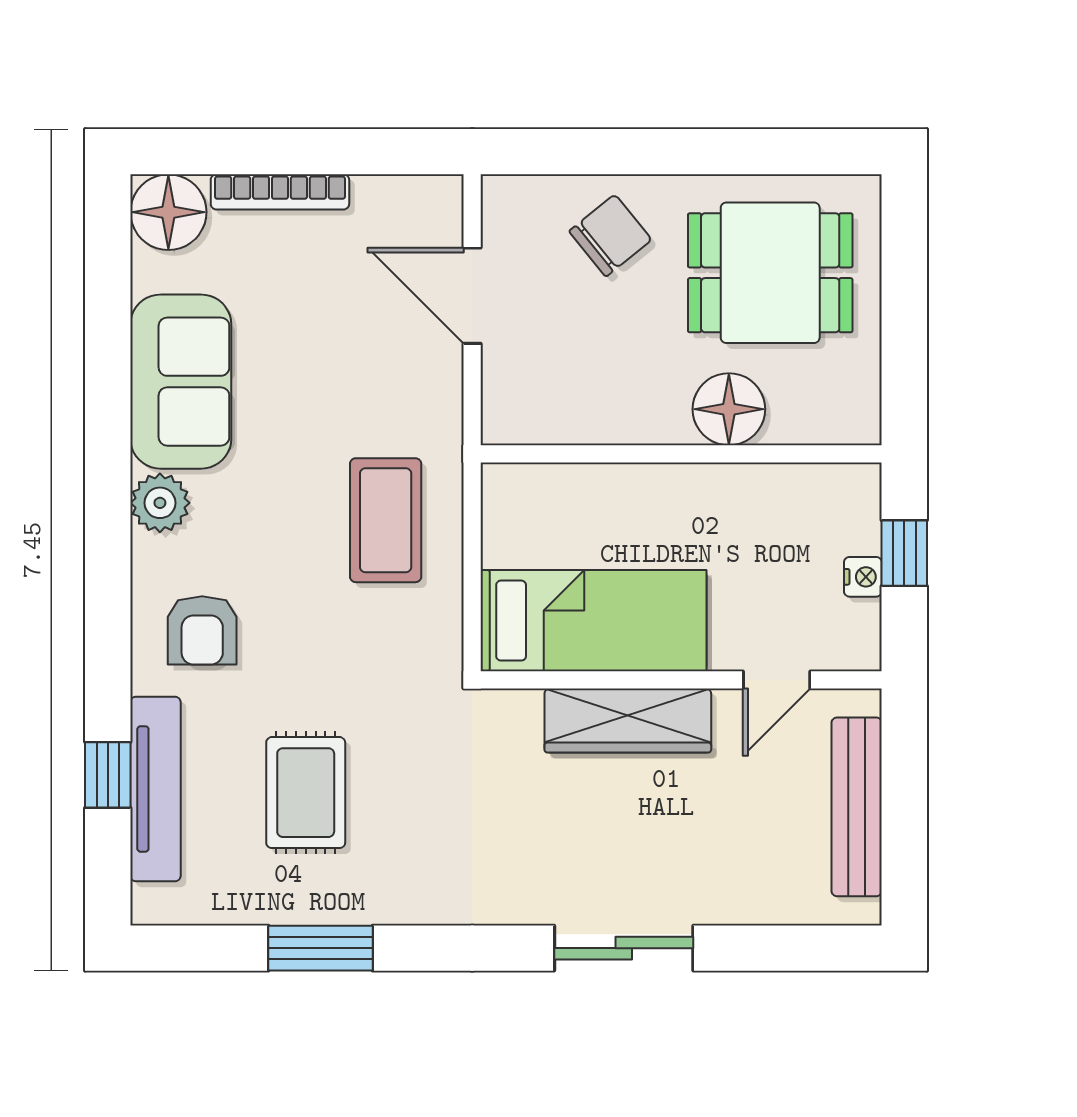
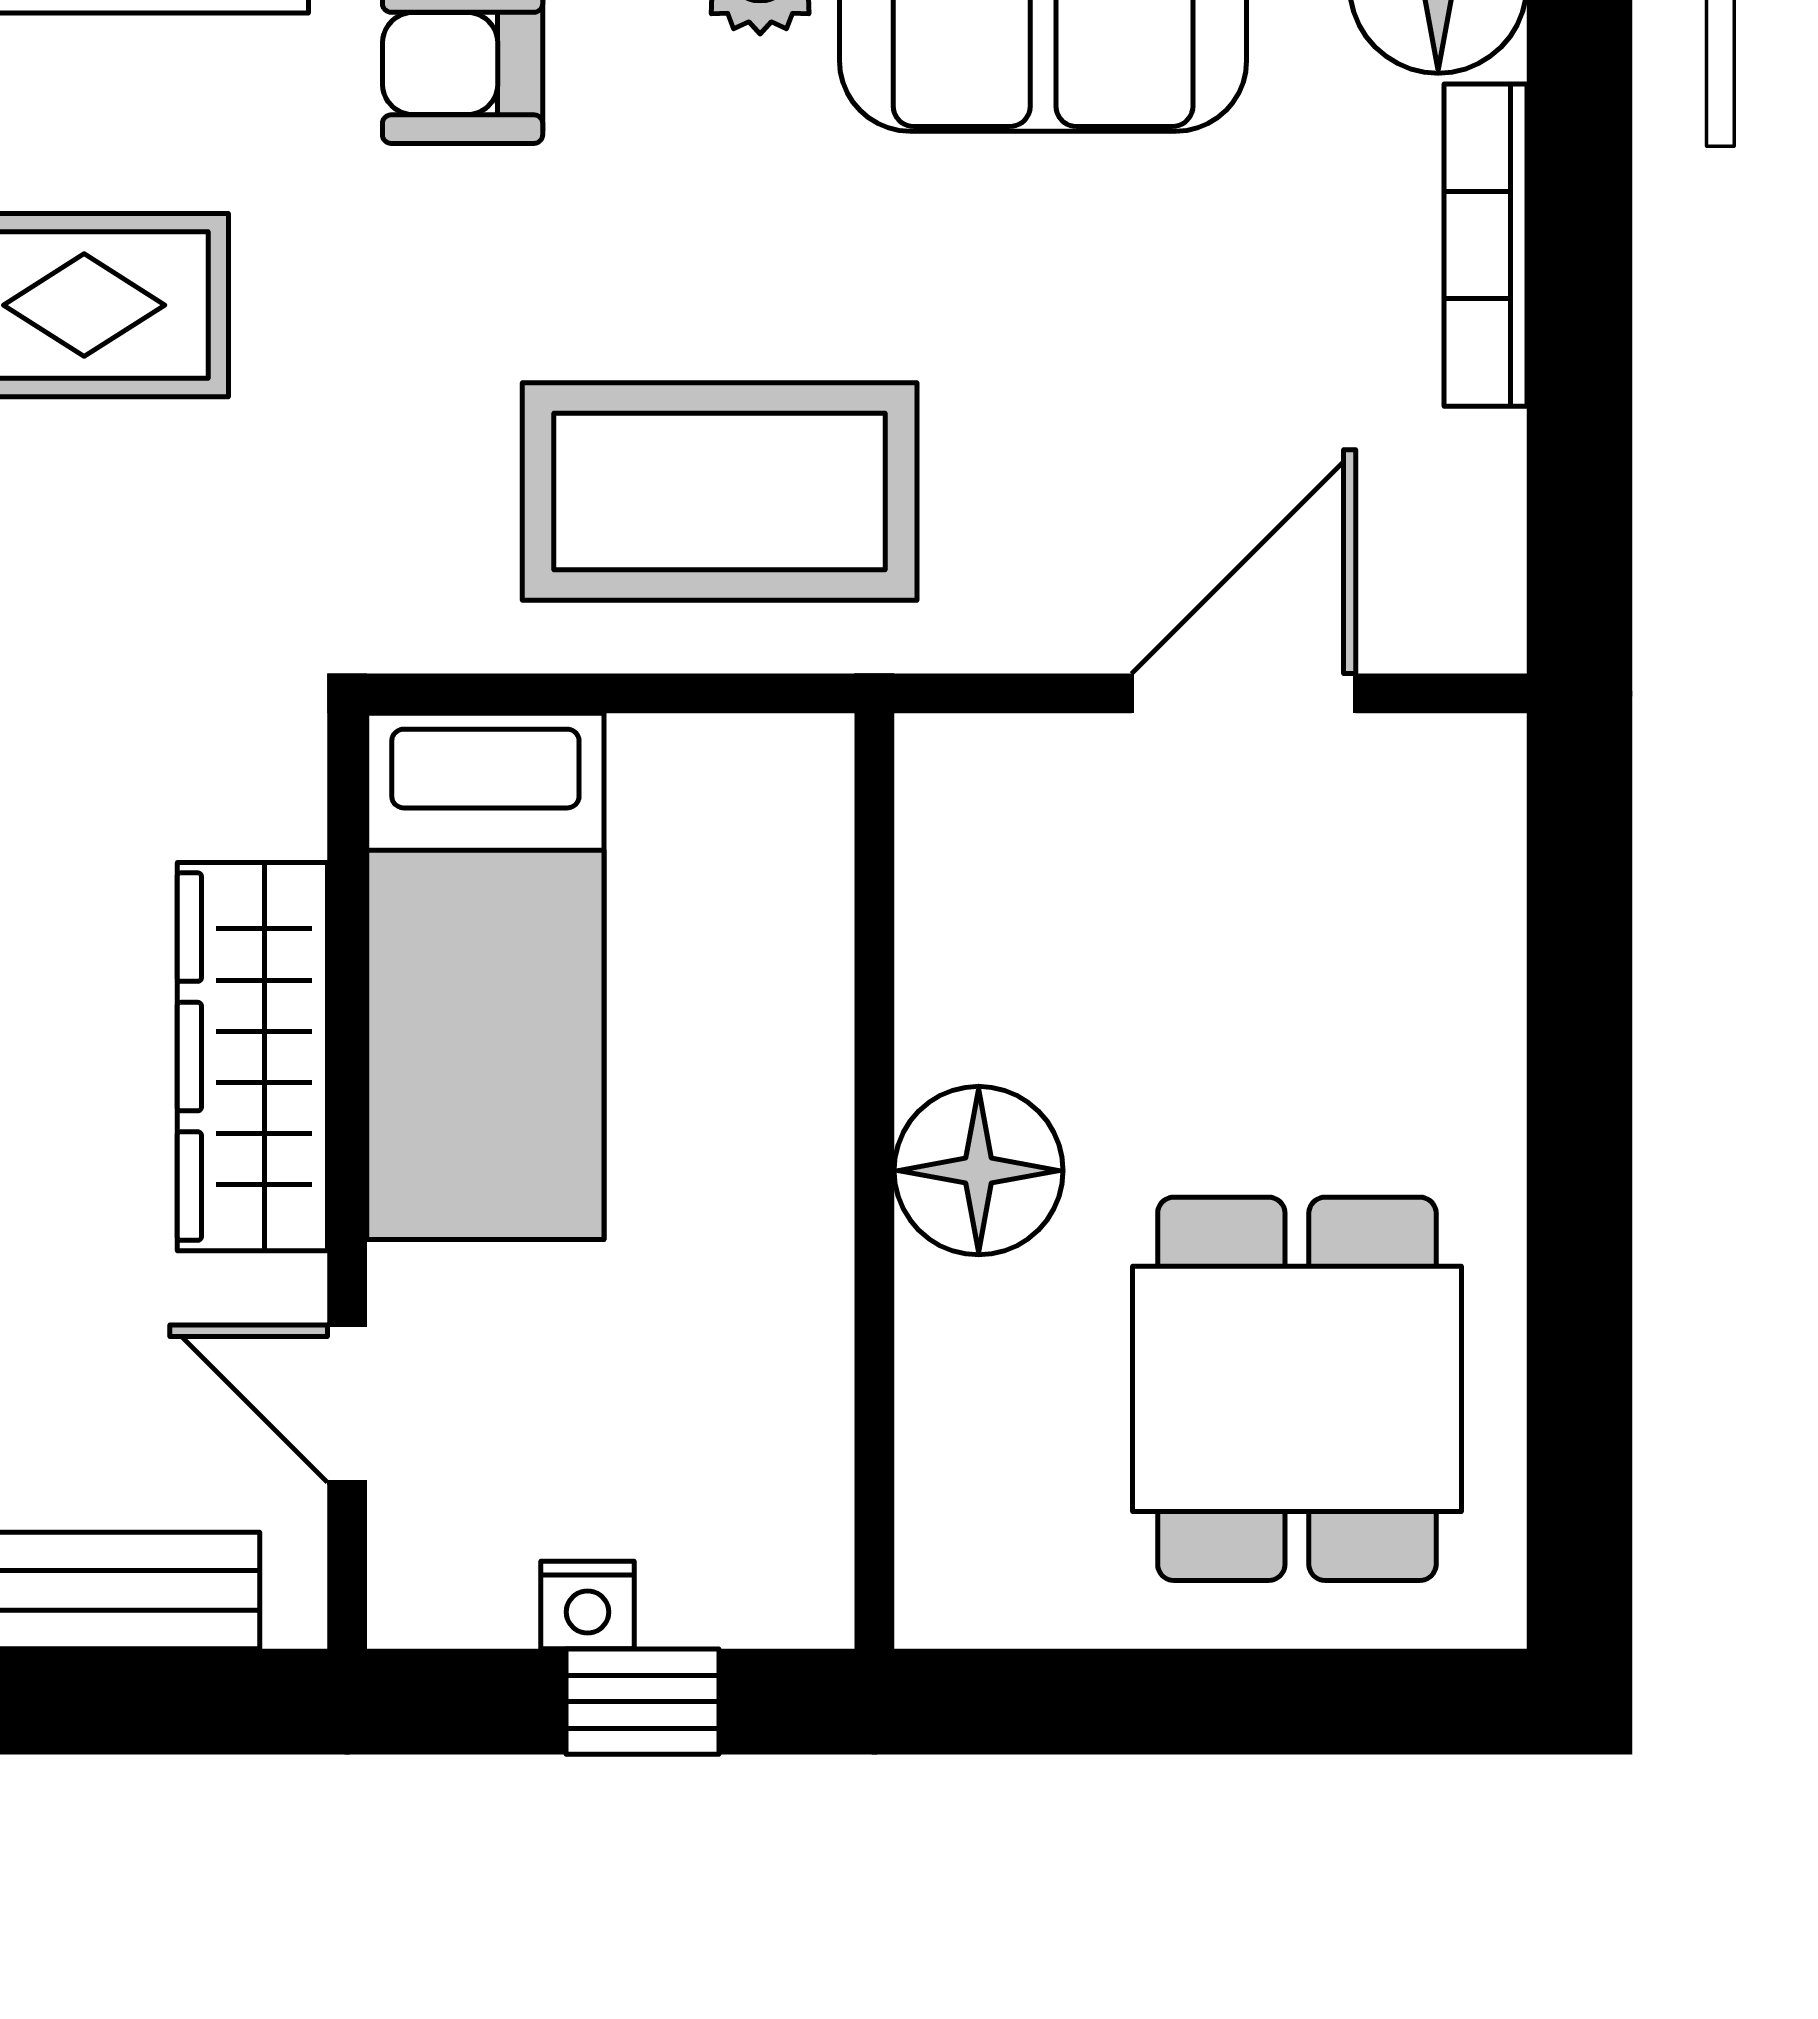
chair: (610, 235) -> (1384, 1016), removed
floor lamp: (729, 409) -> (979, 1171), moved
coffee table: (386, 520) -> (720, 492), width x1.36, depth x1.32

